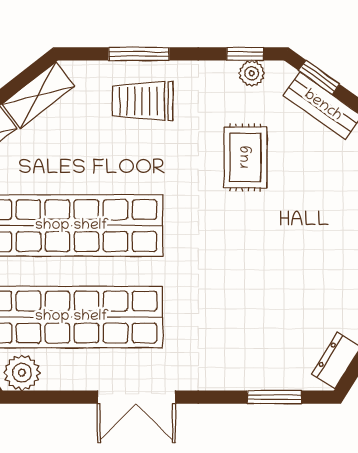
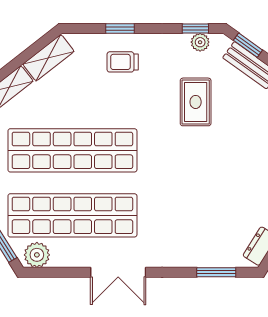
window: (139, 54) -> (120, 29), width x0.67
trolley: (143, 101) -> (123, 62), width x0.73, depth x0.72

